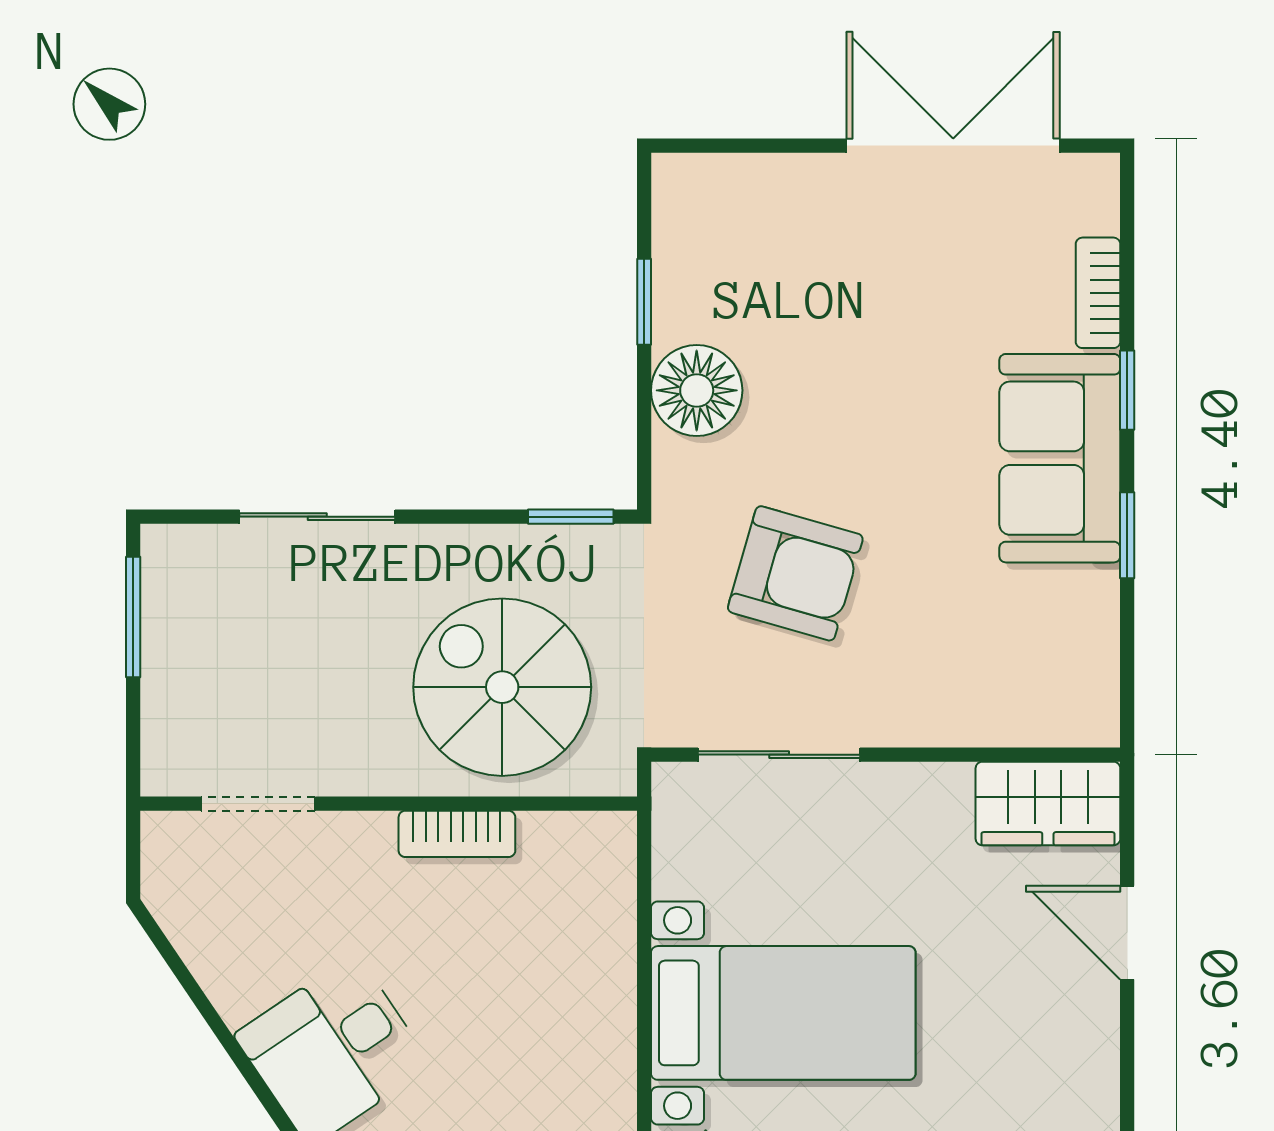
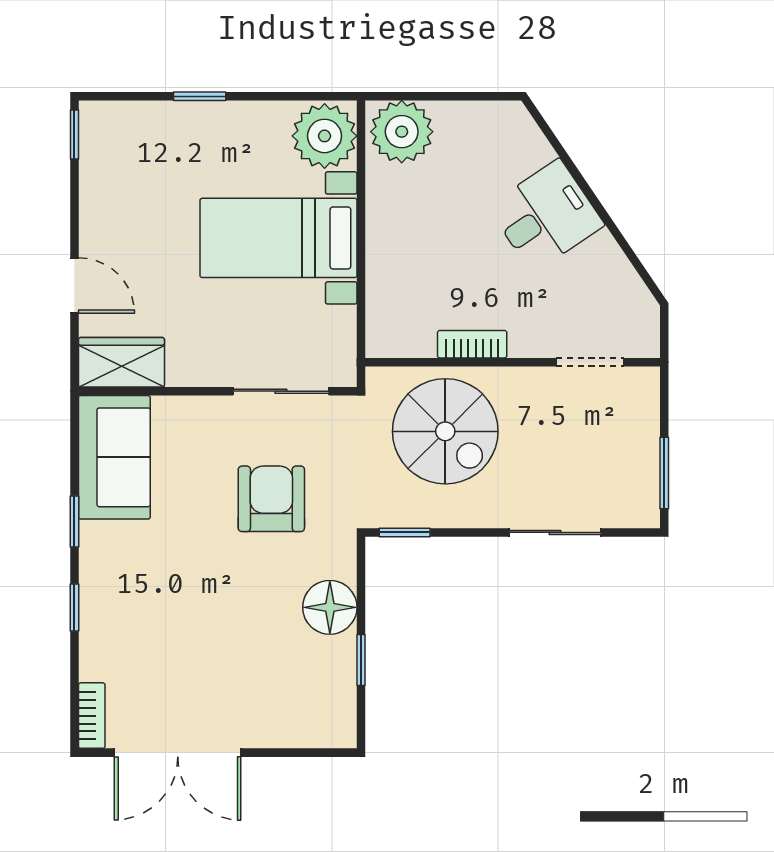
bookcase: (1098, 293) -> (92, 716), moved
sofa: (1060, 458) -> (114, 457), moved
armchair: (795, 573) -> (271, 499), turned 74

